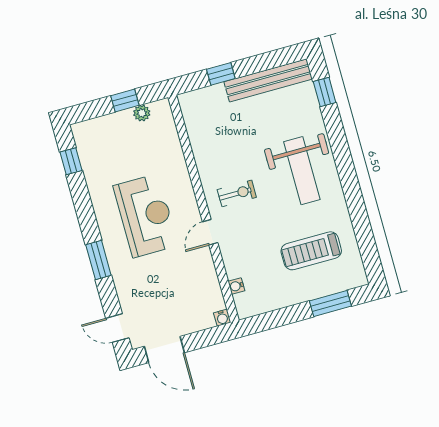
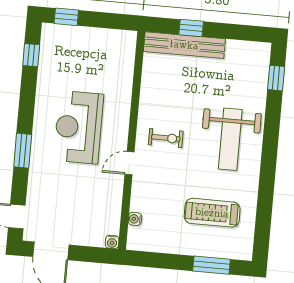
bench: (268, 80) -> (184, 45), moved
window: (125, 100) -> (66, 17), moved
plant: (142, 113) -> (109, 36), removed
reception desk: (146, 216) -> (79, 127), turned 180

